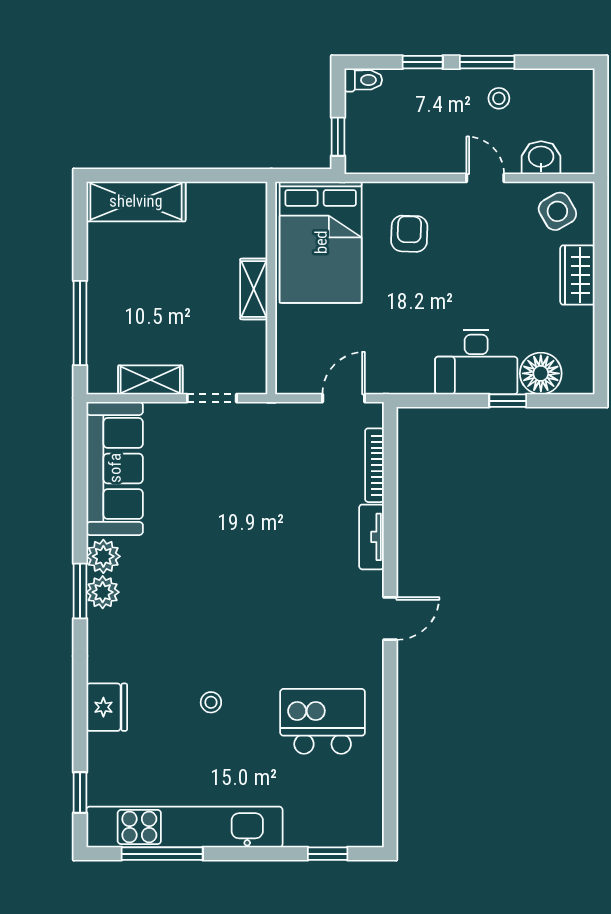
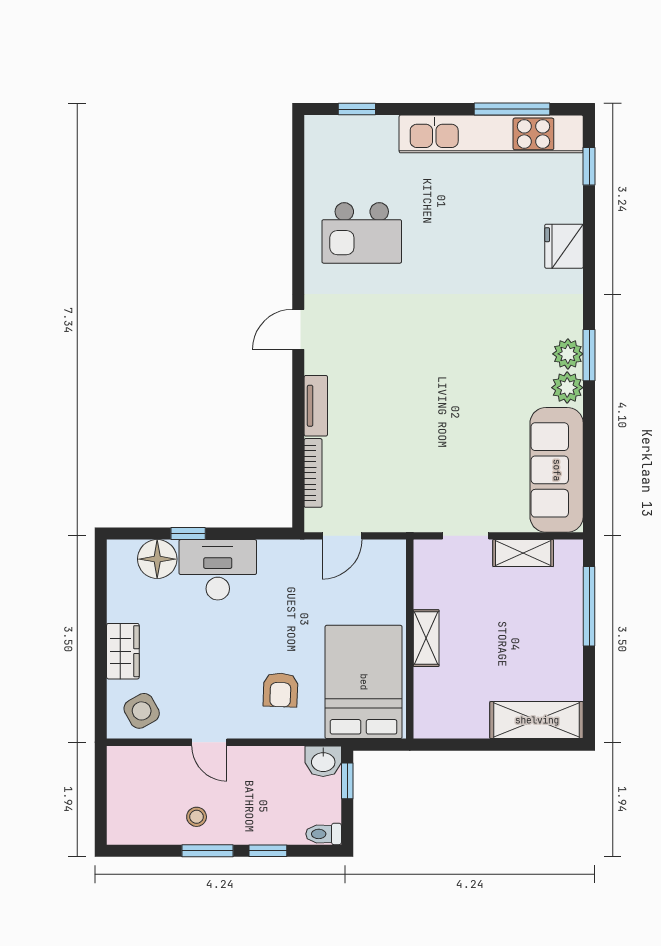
washbasin: (541, 158) -> (323, 761), moved
stool: (211, 702) -> (466, 251), removed

